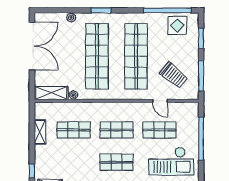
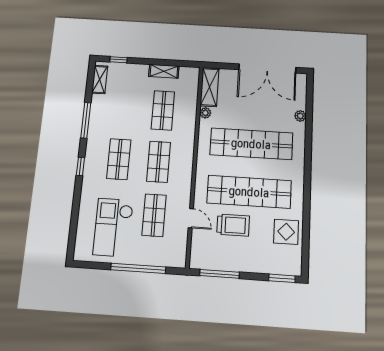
window: (101, 10) -> (308, 152), removed
window: (167, 10) -> (306, 235), removed
display table: (177, 25) -> (286, 232), moved
window: (201, 38) -> (282, 278), moved
trolley: (174, 75) -> (233, 225), moved, turned -129
door: (160, 101) -> (191, 218), swing flipped

